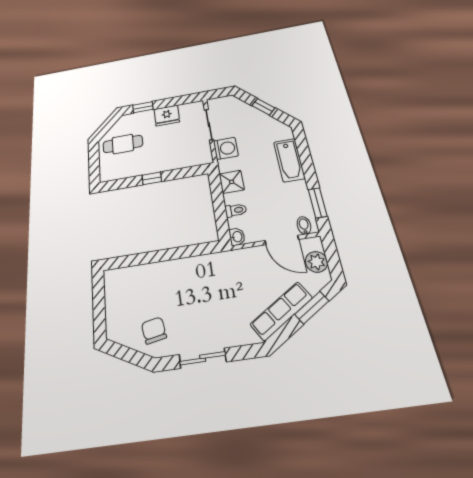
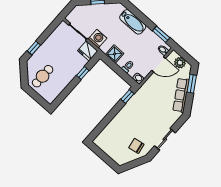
fridge: (167, 116) -> (88, 51), moved, turned 90
window: (152, 178) -> (83, 73), moved
window: (202, 249) -> (127, 96), added

